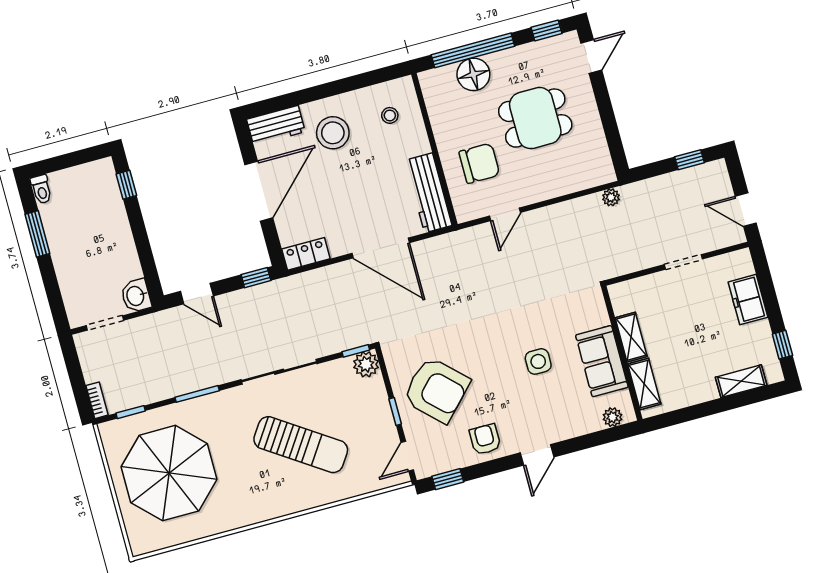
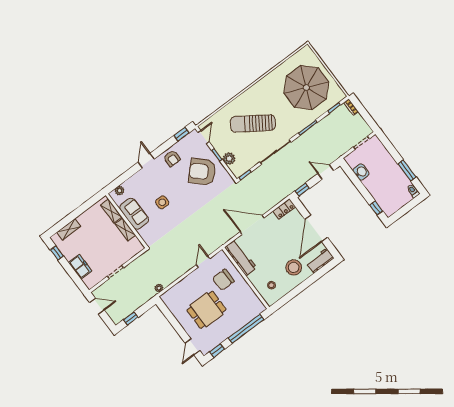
floor lamp: (473, 74) -> (242, 318), removed
washbasin: (136, 296) -> (361, 172), moved
plant: (366, 364) -> (229, 159), moved

